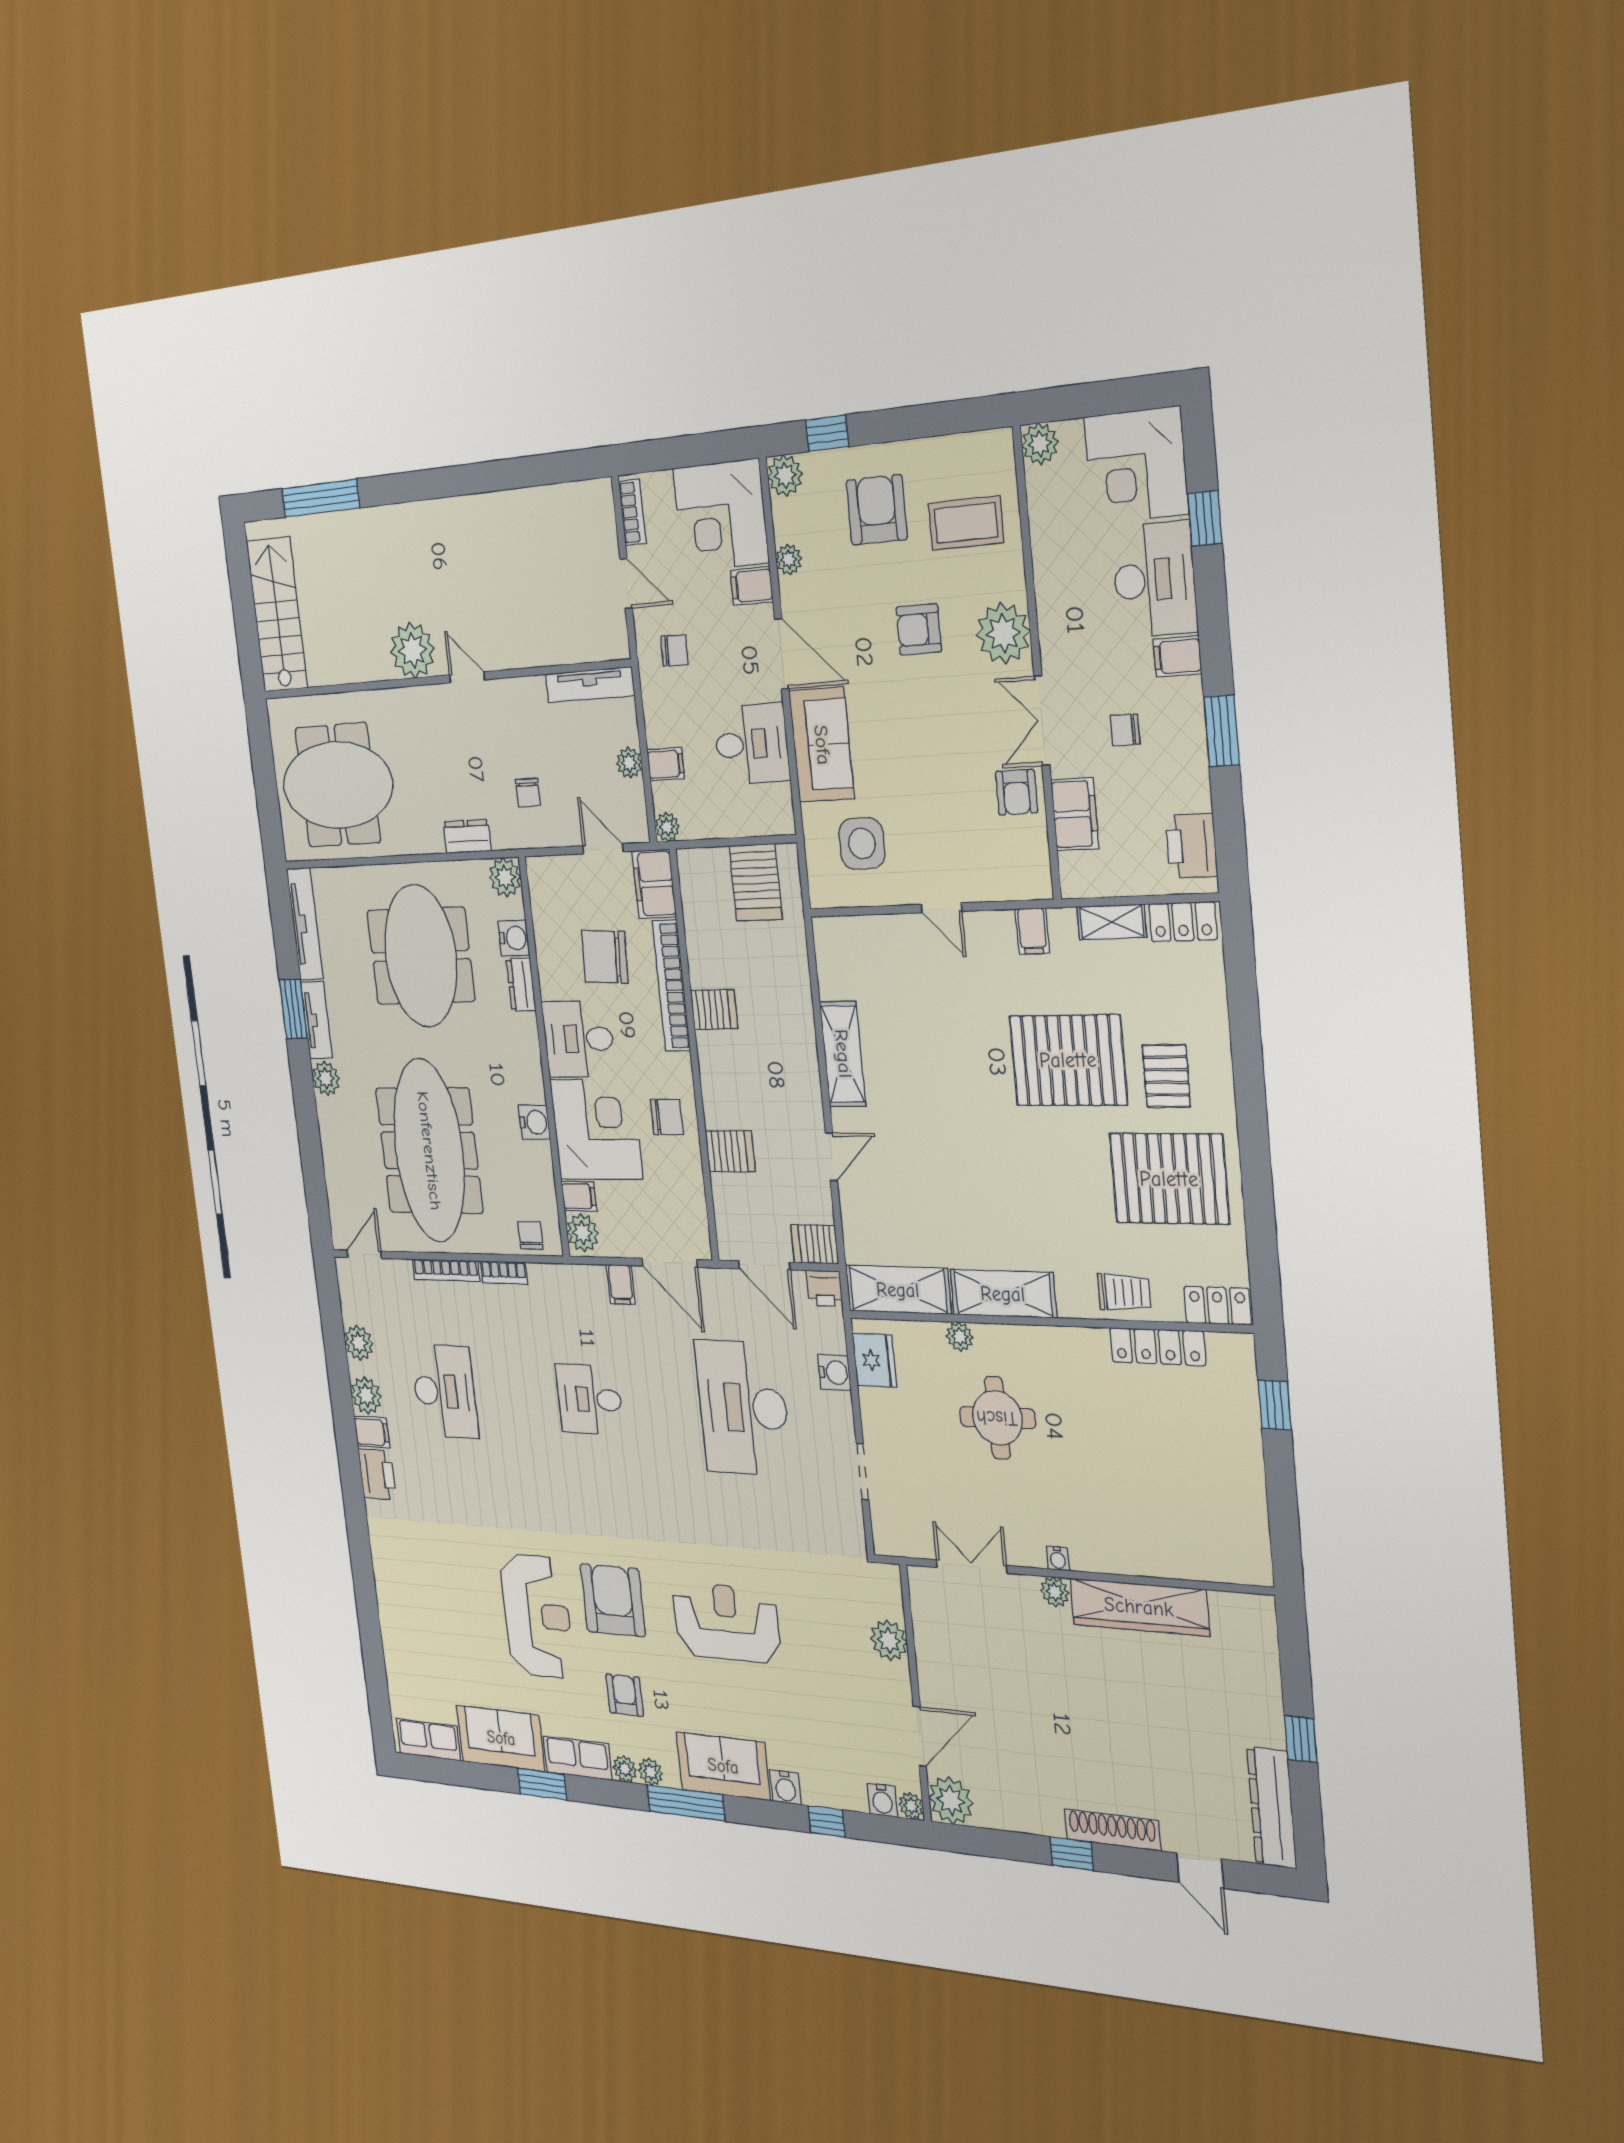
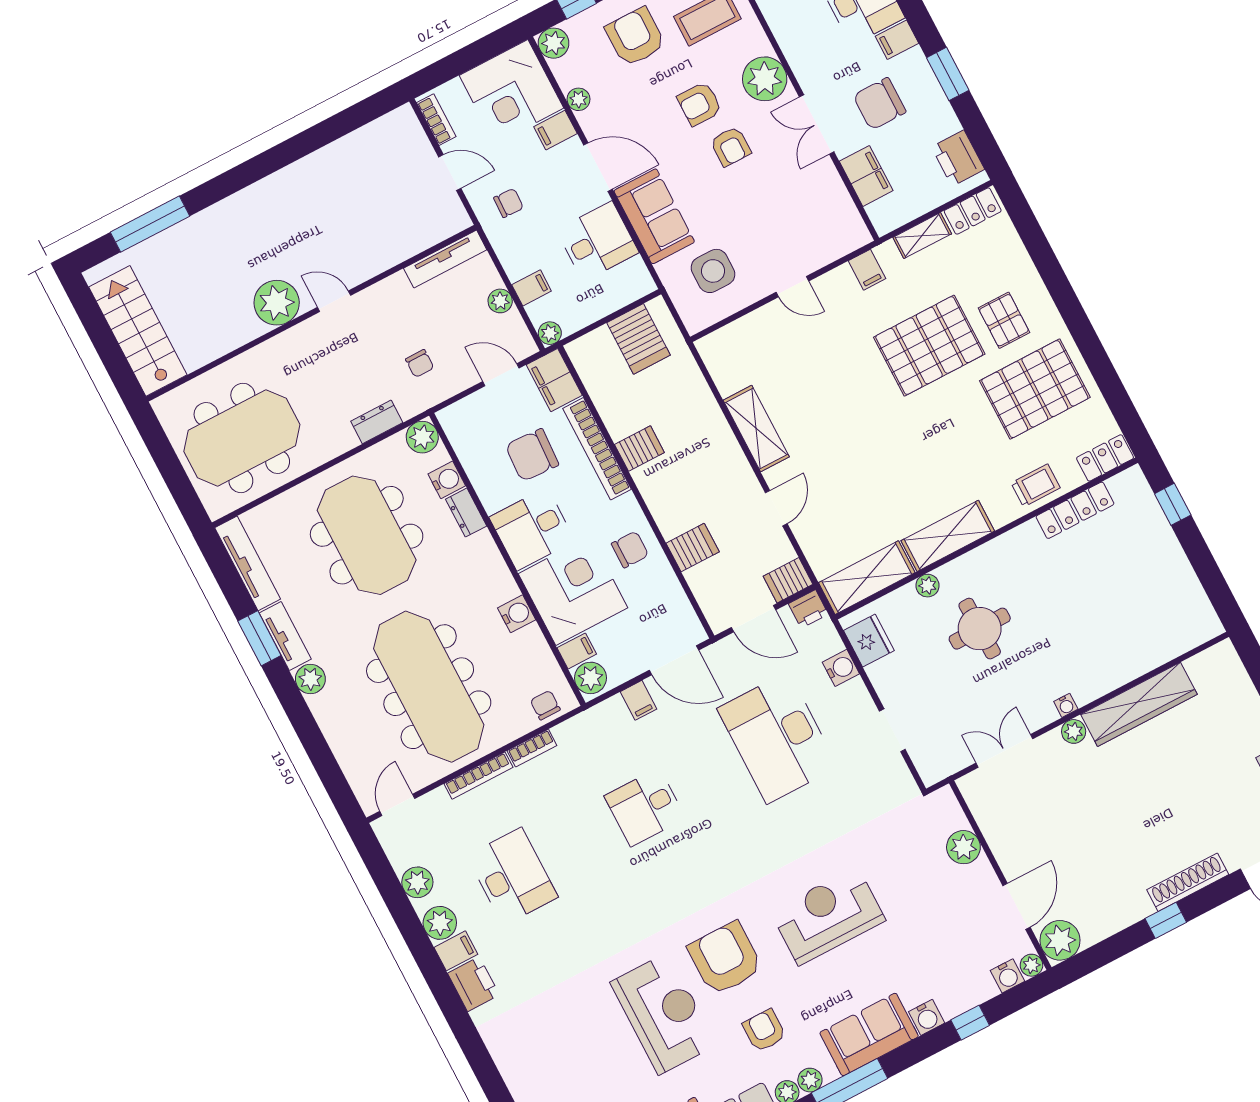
chair: (1125, 730) -> (880, 104), width x1.87, depth x1.87
armchair: (1016, 792) -> (731, 146), moved

